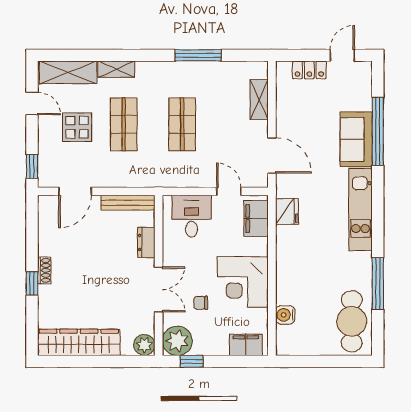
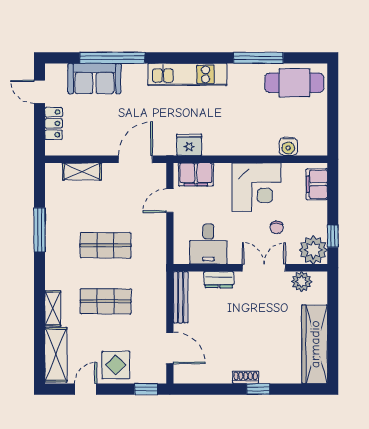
display table: (77, 127) -> (116, 365), moved
sofa: (356, 139) -> (94, 79), moved
desk: (191, 216) -> (208, 244), moved, turned -90
plant: (144, 345) -> (302, 281), moved

